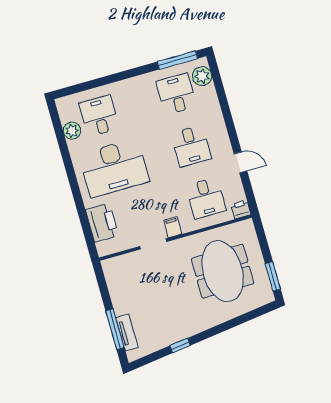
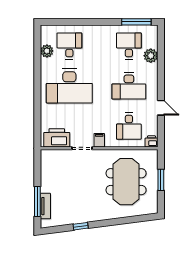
plant: (202, 76) -> (151, 56), moved
desk: (191, 146) -> (129, 86), width x1.37
printer: (102, 223) -> (57, 138), moved, turned -90
window: (273, 276) -> (161, 180), moved

